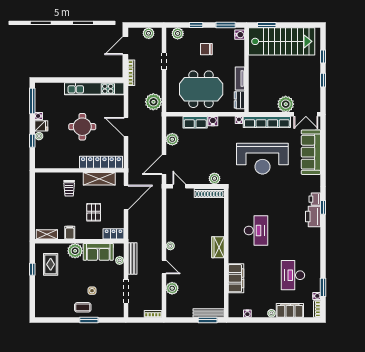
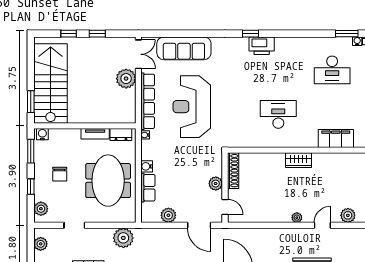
reception desk: (262, 159) -> (192, 107), turned 180
plant: (214, 178) -> (216, 184), moved
door: (179, 186) -> (225, 207), swing flipped
printer: (315, 199) -> (241, 44), removed

